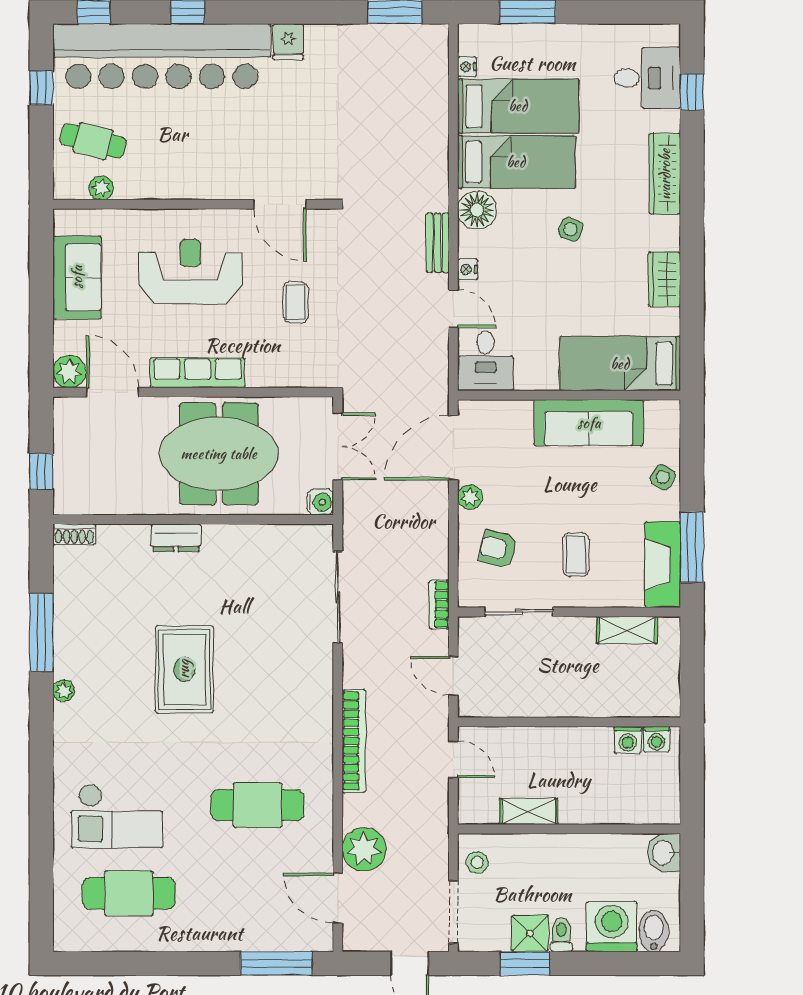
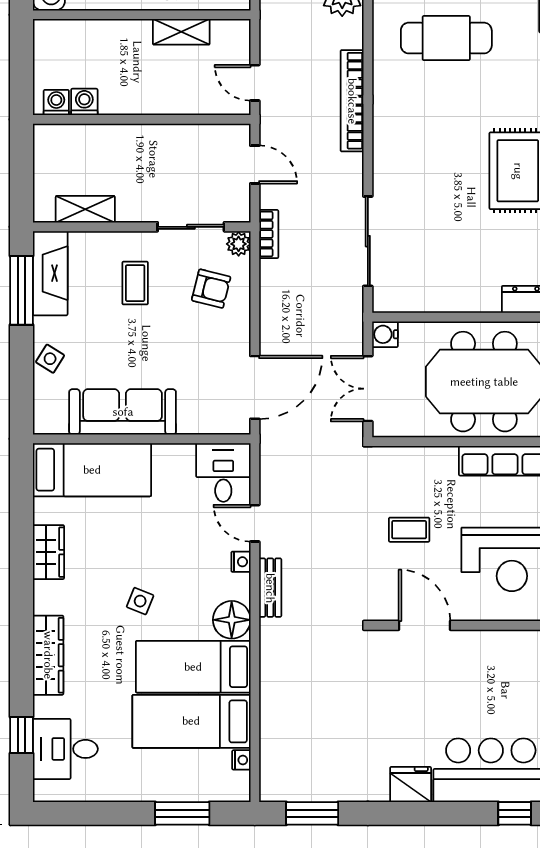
fridge: (288, 42) -> (411, 784), width x1.38
coffee table: (296, 302) -> (409, 530), turned 90
plant: (470, 497) -> (239, 244), moved

